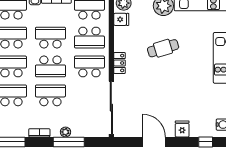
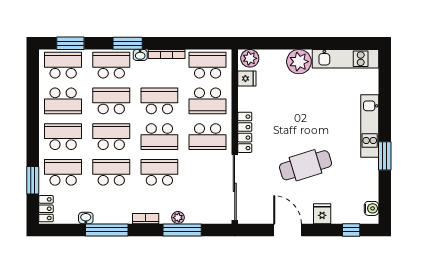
cafe table: (163, 48) -> (305, 165), moved, width x1.37, depth x1.35
locker: (120, 63) -> (245, 132), width x1.53
school desk: (89, 66) -> (208, 137), turned 180

